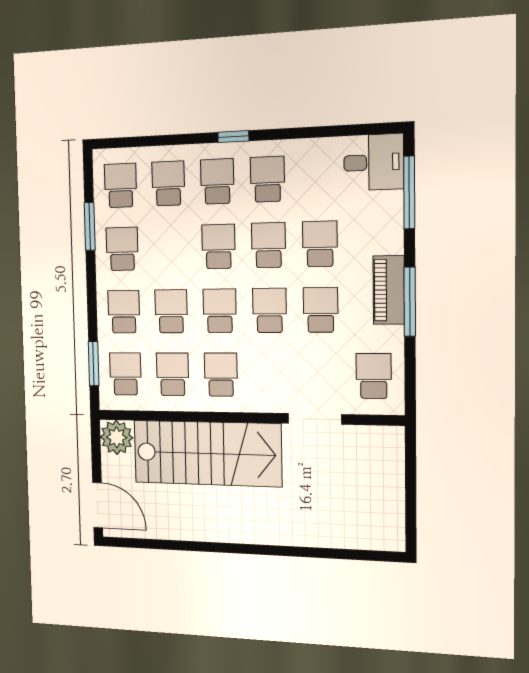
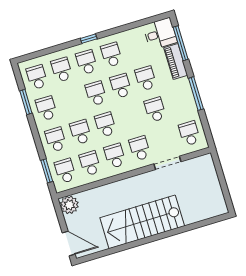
piano: (389, 290) -> (176, 61), moved
school desk: (270, 310) -> (140, 148), moved
stairs: (207, 453) -> (142, 222), moved, turned 180

